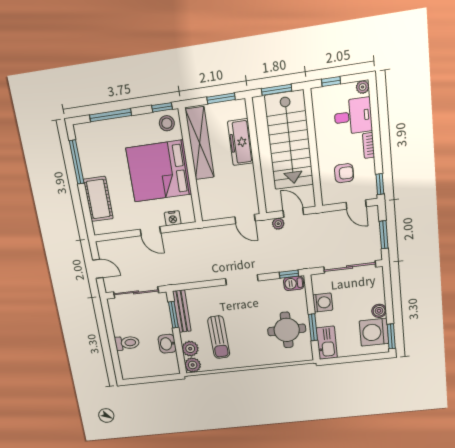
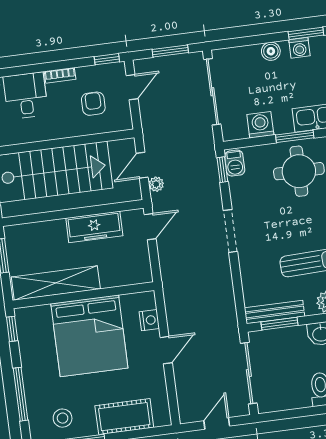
stool: (167, 123) -> (63, 418), moved
freezer: (241, 142) -> (94, 227), moved
washing machine: (374, 332) -> (299, 48), width x0.53, depth x0.53

